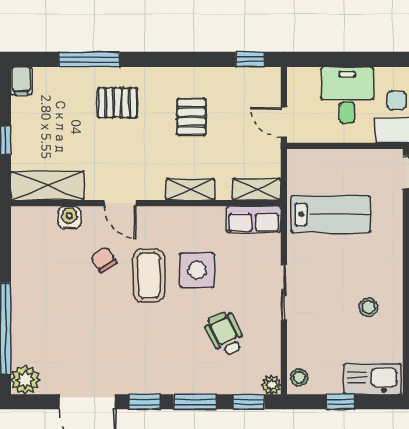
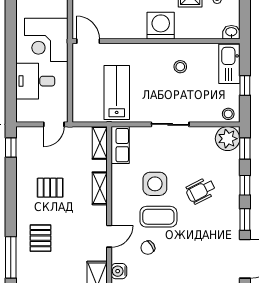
wheelchair: (225, 334) -> (201, 191), moved
plant: (271, 385) -> (228, 139), width x1.88, depth x1.88
window: (195, 402) -> (245, 185), width x0.67

